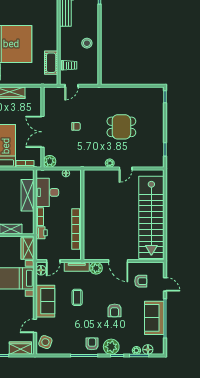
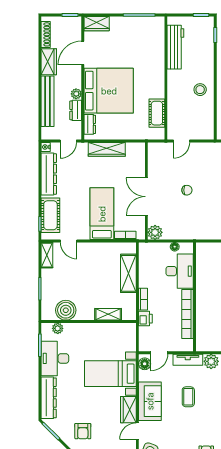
trolley: (69, 65) -> (179, 116), removed
desk: (47, 192) -> (180, 271), moved, turned 180
wardrobe: (28, 248) -> (128, 410), moved

